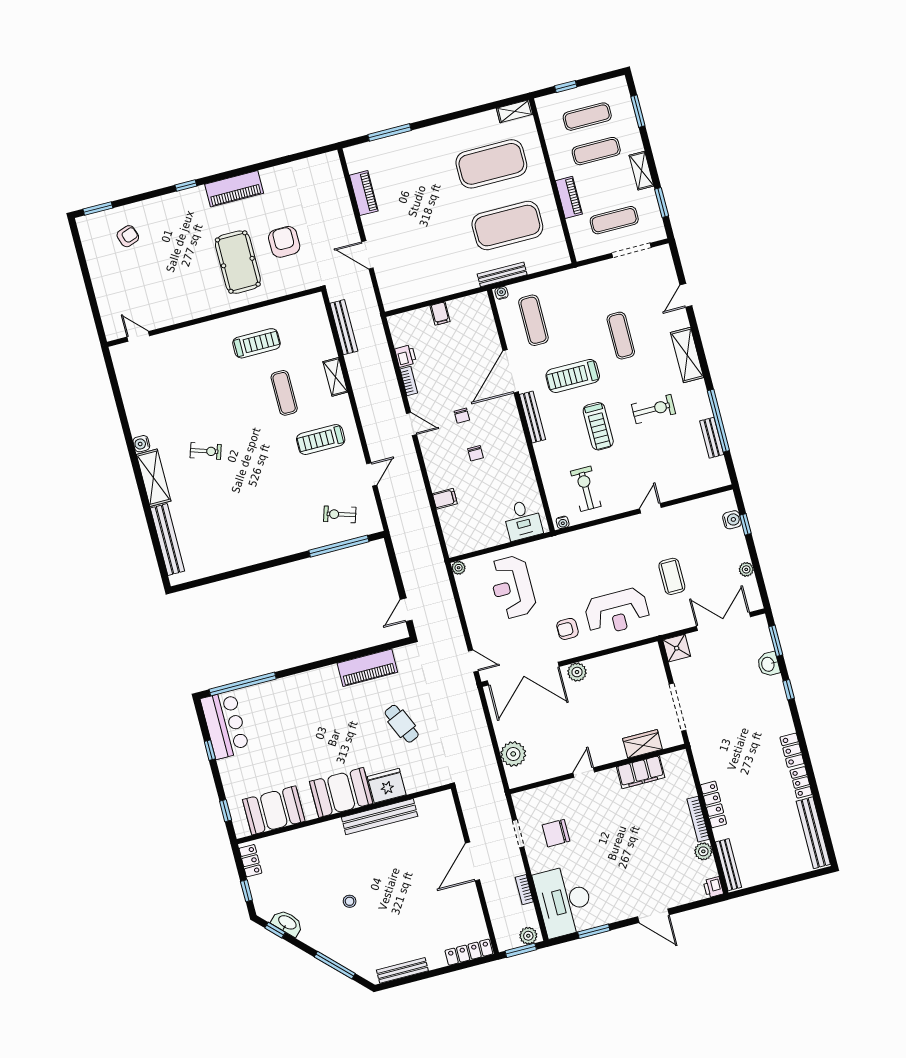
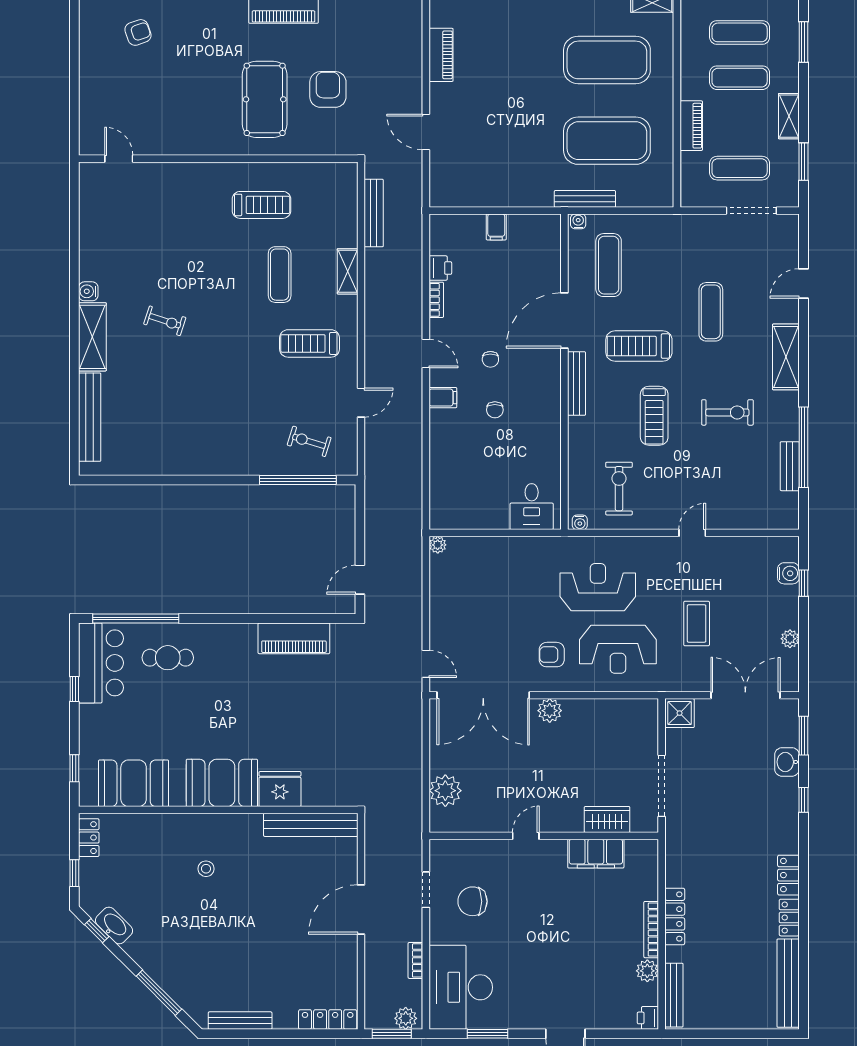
filing cabinet: (445, 499) -> (443, 398), moved
reception desk: (512, 587) -> (598, 587), moved, turned 90
cafe table: (402, 724) -> (168, 658), moved, turned -66
bench: (380, 817) -> (311, 825), moved
stool: (350, 901) -> (206, 869), moved

